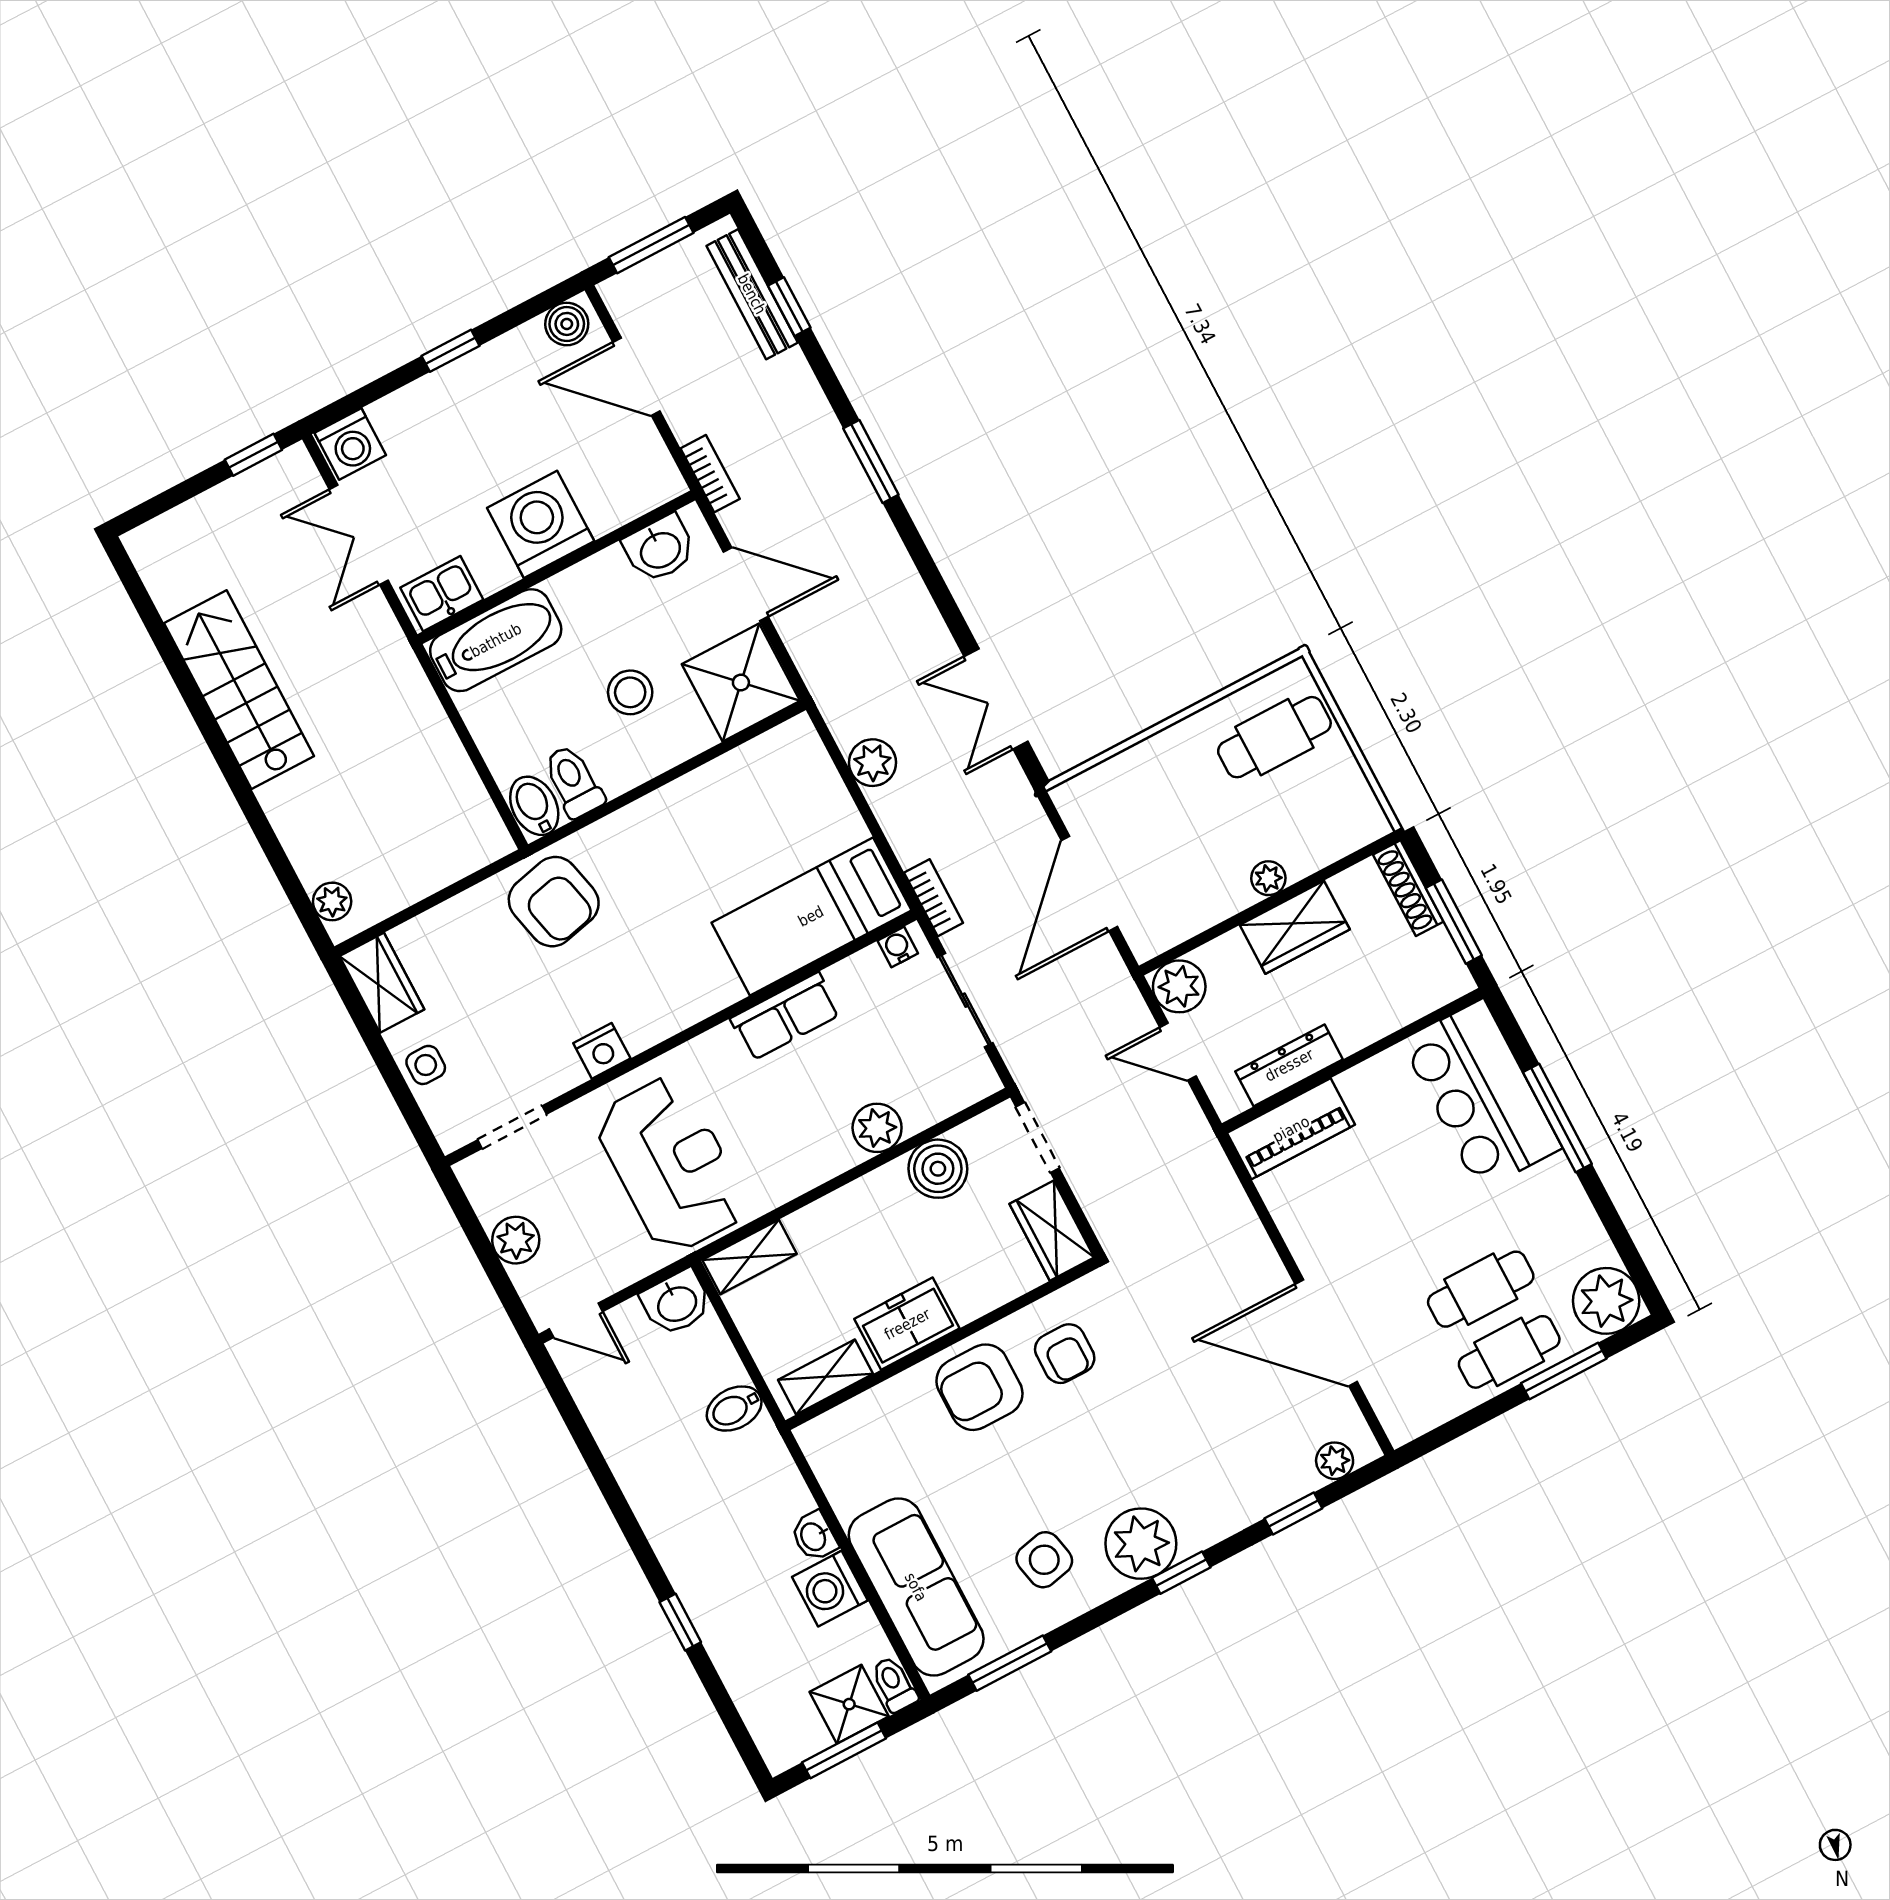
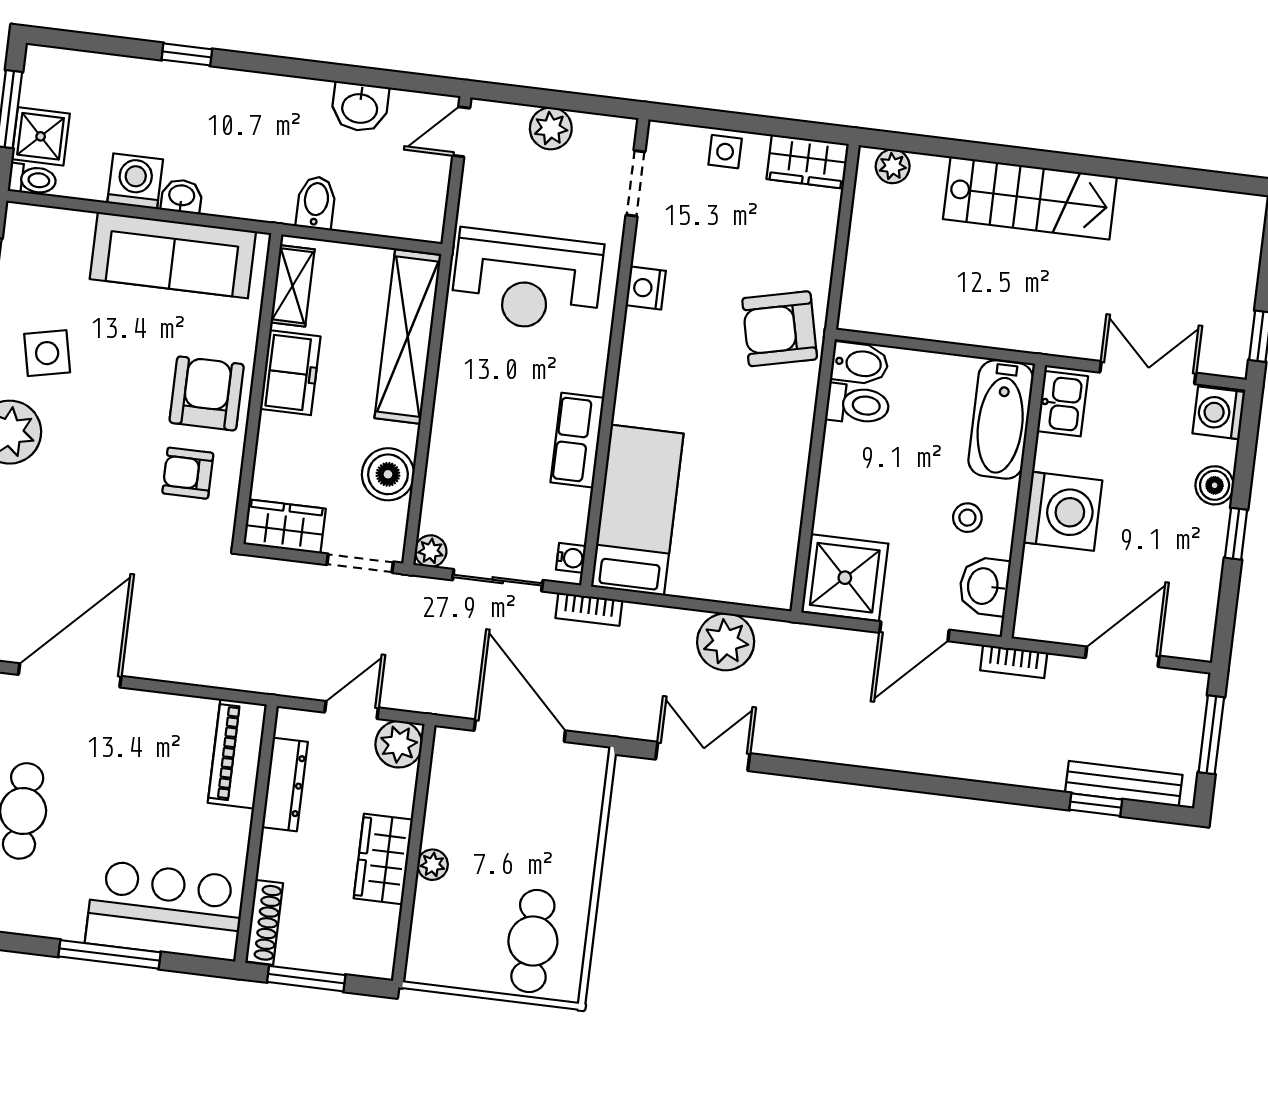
boiler: (567, 324) -> (1215, 485), moved
window: (871, 461) -> (941, 786), removed
stairs: (239, 690) -> (1030, 198), moved
stool: (630, 692) -> (967, 518), moved, width x0.73, depth x0.73
plant: (873, 763) -> (726, 642), width x1.36, depth x1.36
shoe rack: (1408, 888) -> (264, 922), moved, turned 90
plant: (877, 1128) -> (431, 551), moved, width x0.73, depth x0.73
shelving: (750, 1257) -> (408, 337), width x2.20, depth x1.33
washbasin: (676, 1303) -> (360, 107), moved, turned -90
sofa: (916, 1587) -> (173, 255), moved

